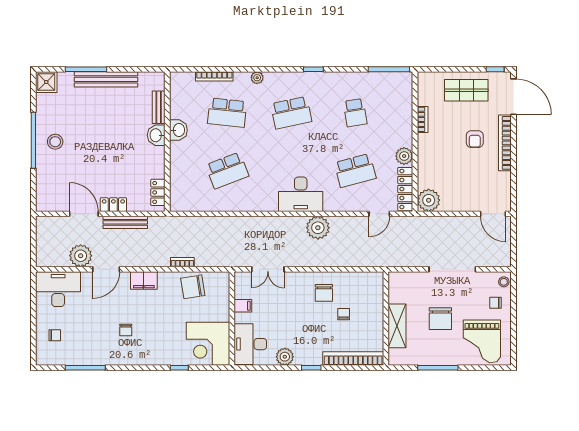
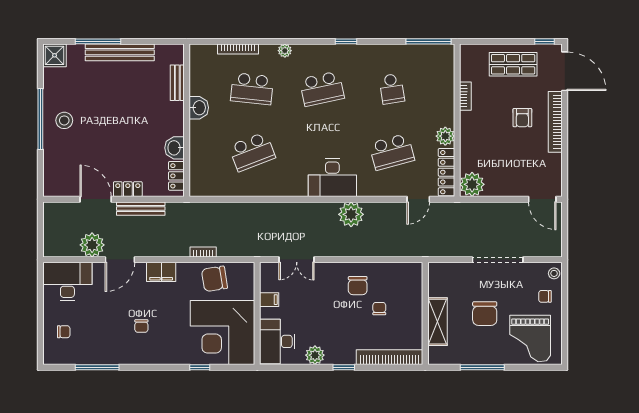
washbasin: (156, 135) -> (175, 148), moved
corner desk: (208, 344) -> (223, 333), width x1.36, depth x1.36

